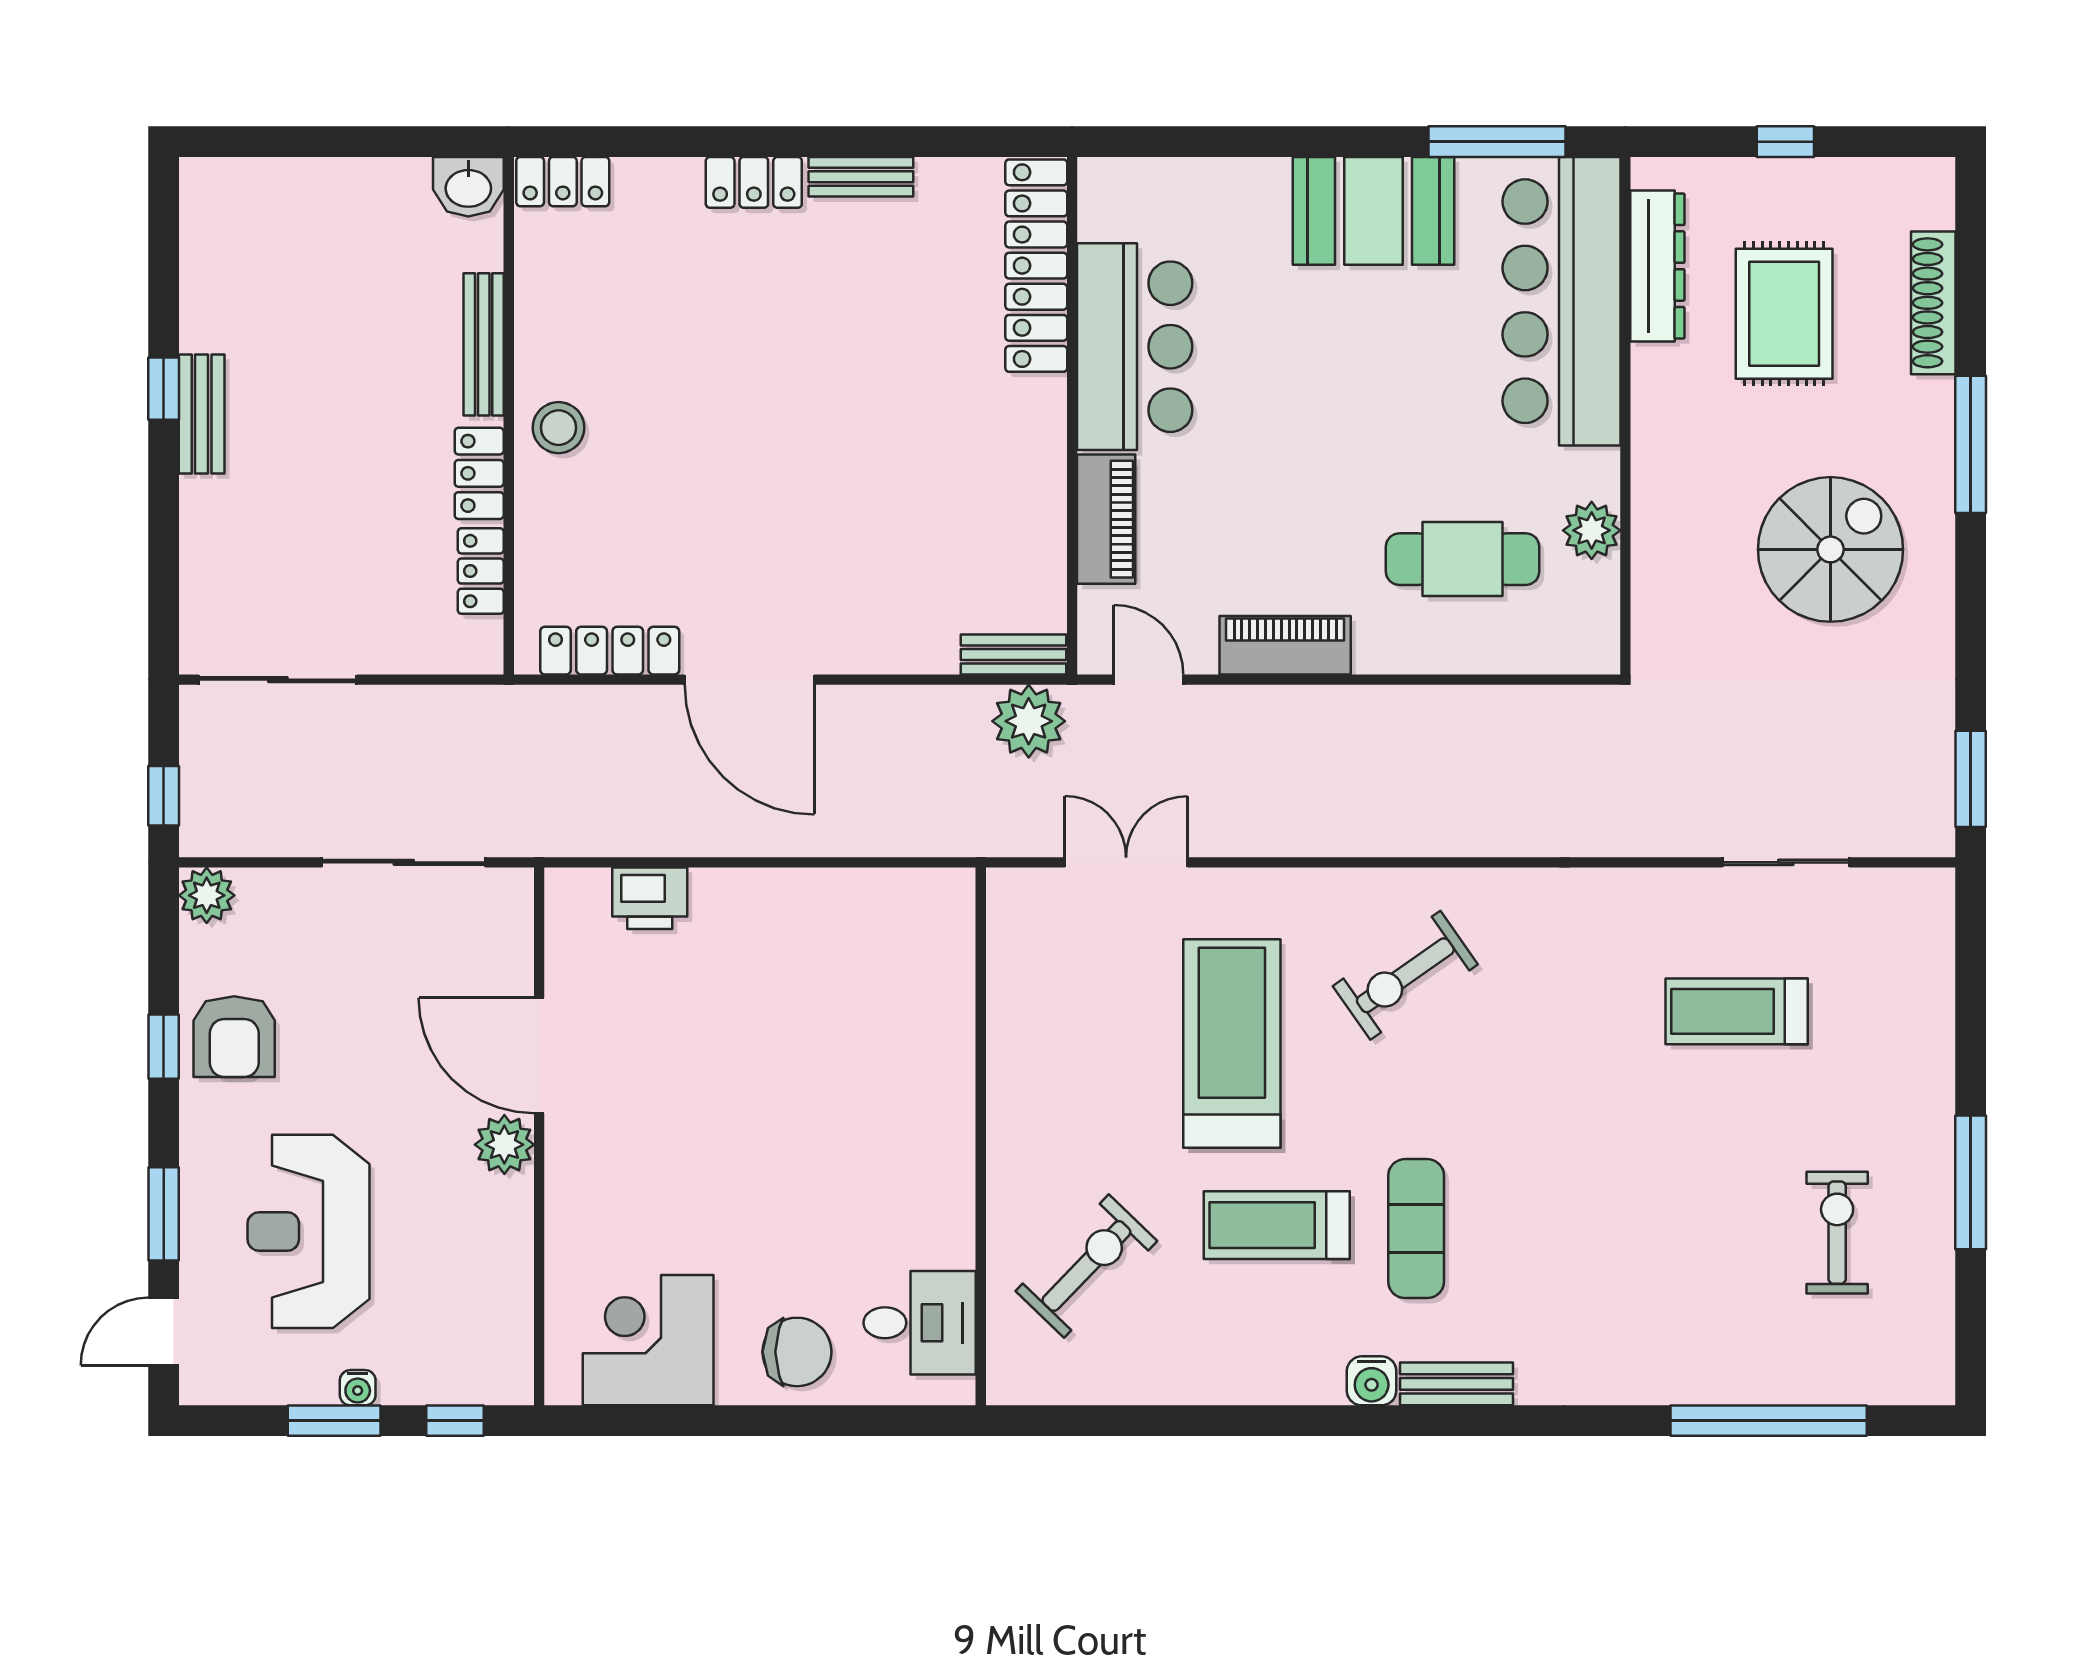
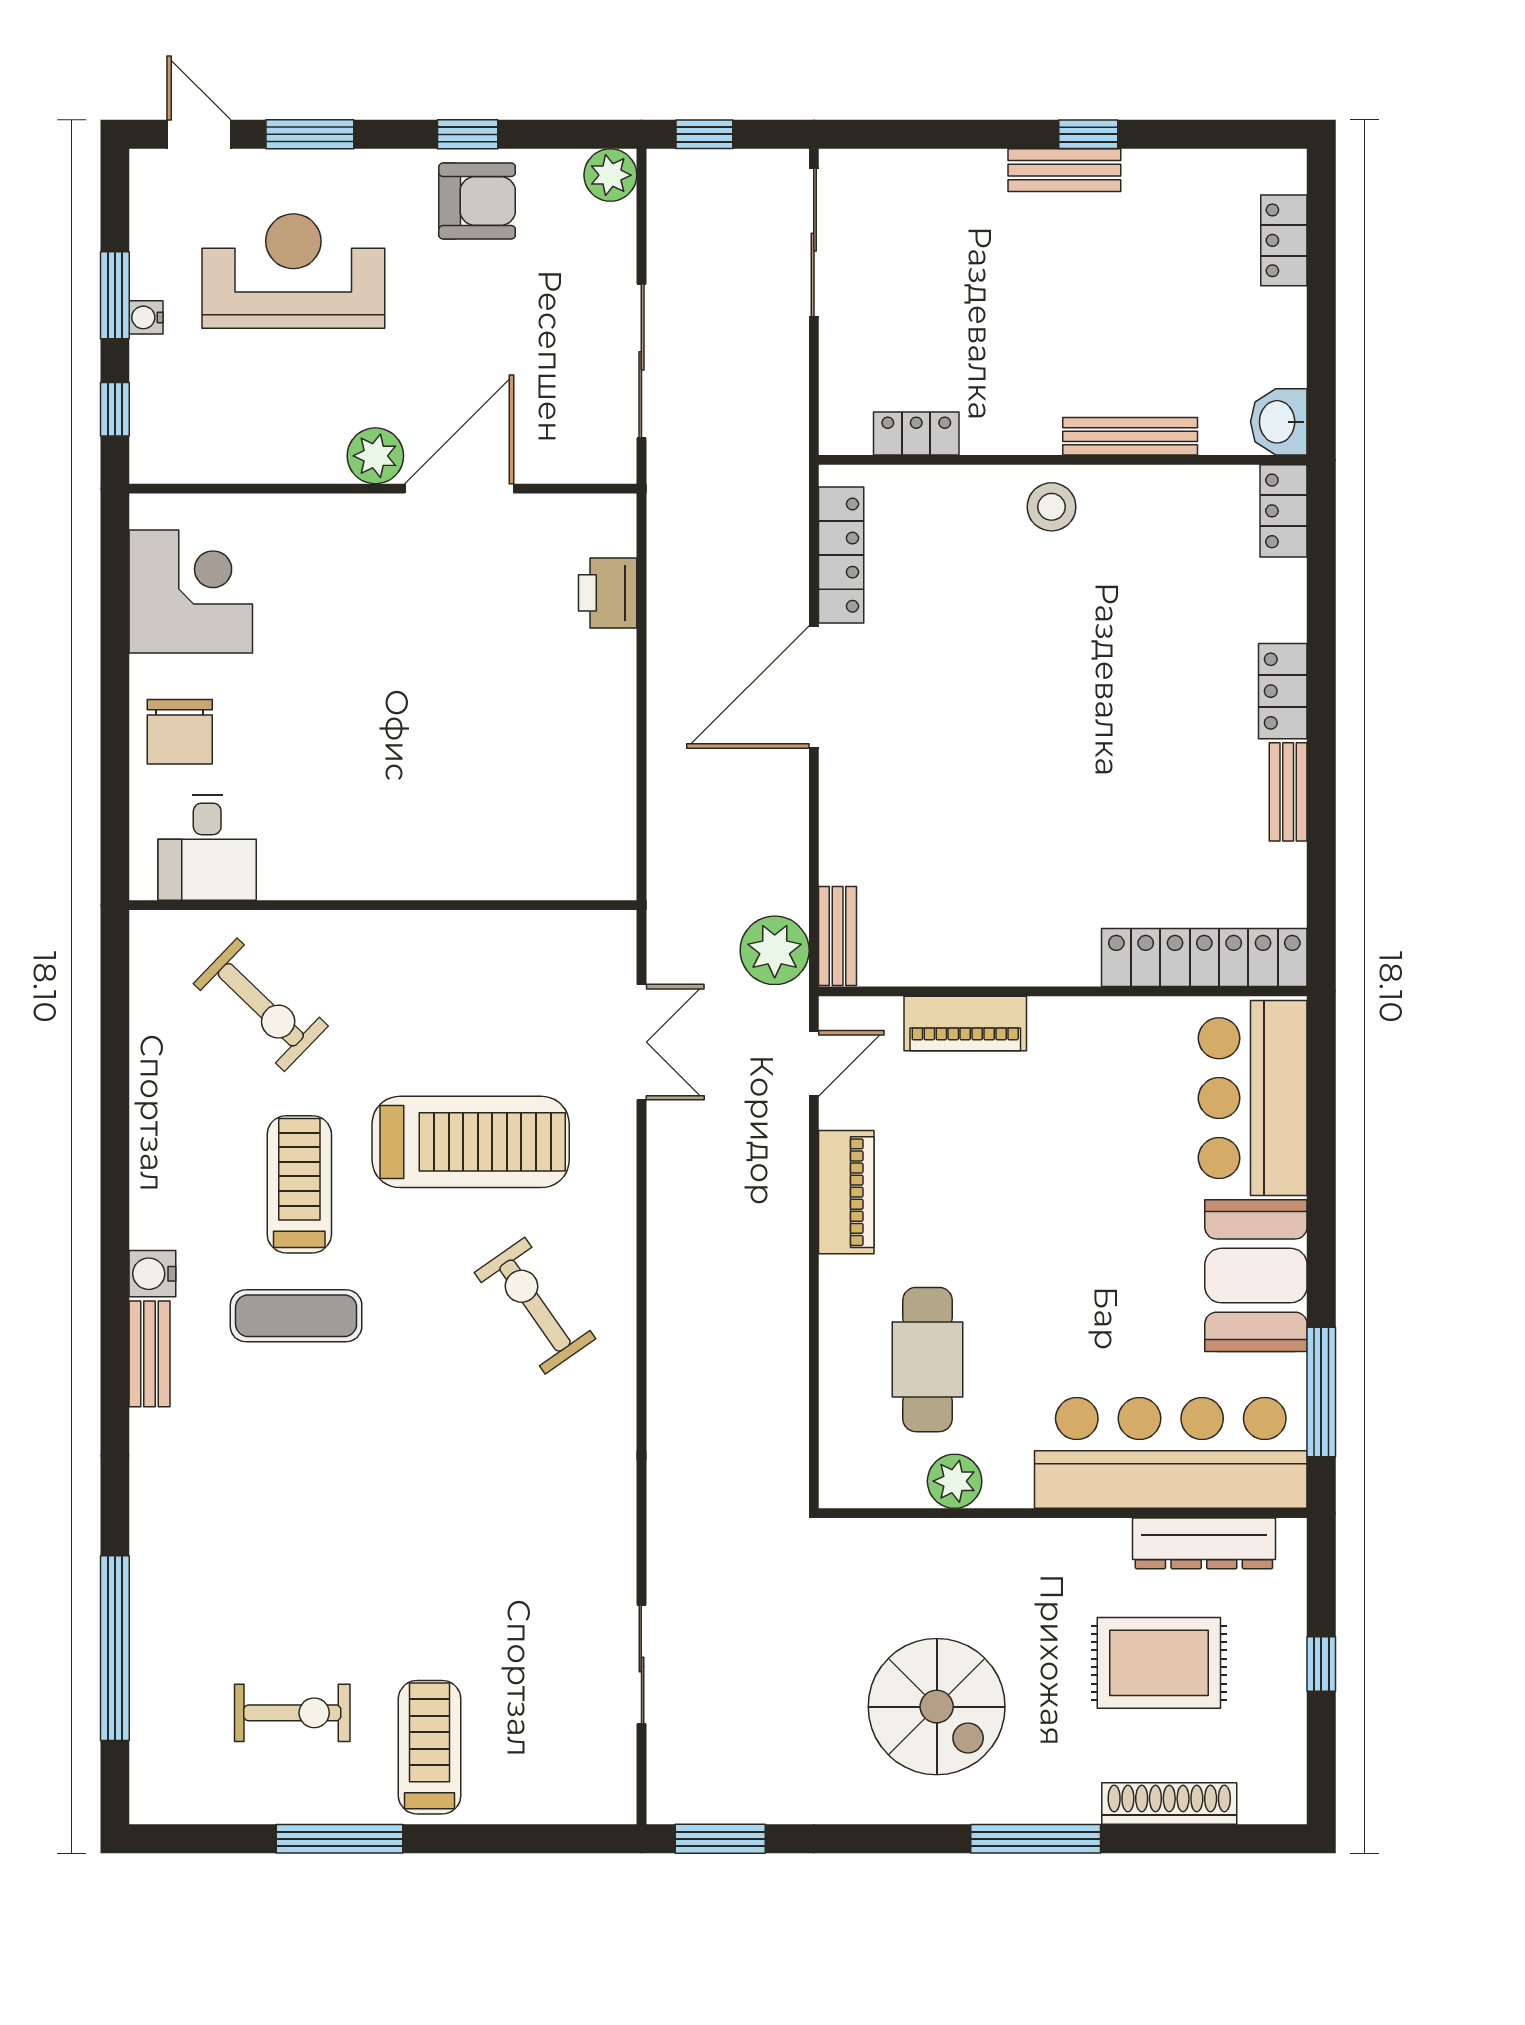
bar counter: (1135, 347) -> (1253, 1098), moved, turned 90
locker: (479, 473) -> (1284, 240), moved, turned -90
treadmill: (1737, 1011) -> (430, 1747), moved
armchair: (234, 1037) -> (477, 201), turned 180

